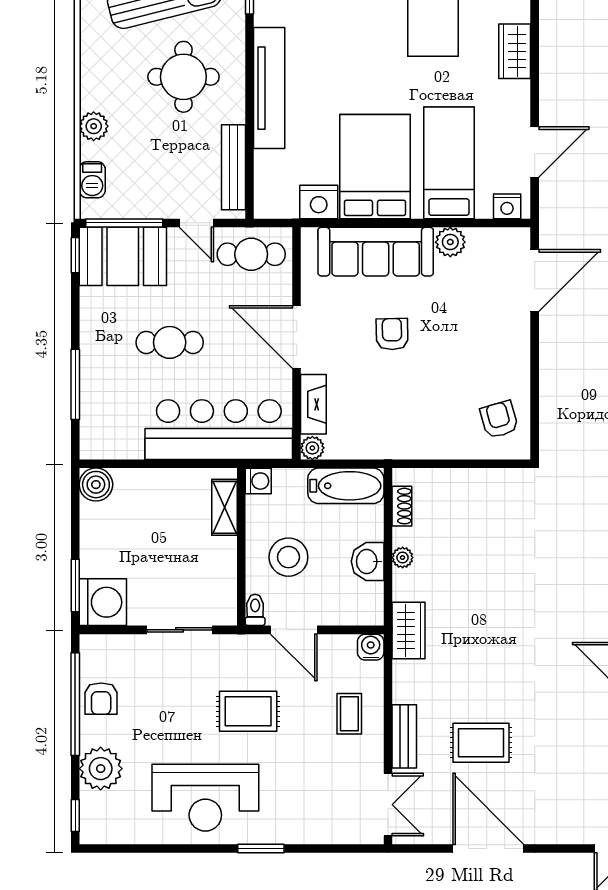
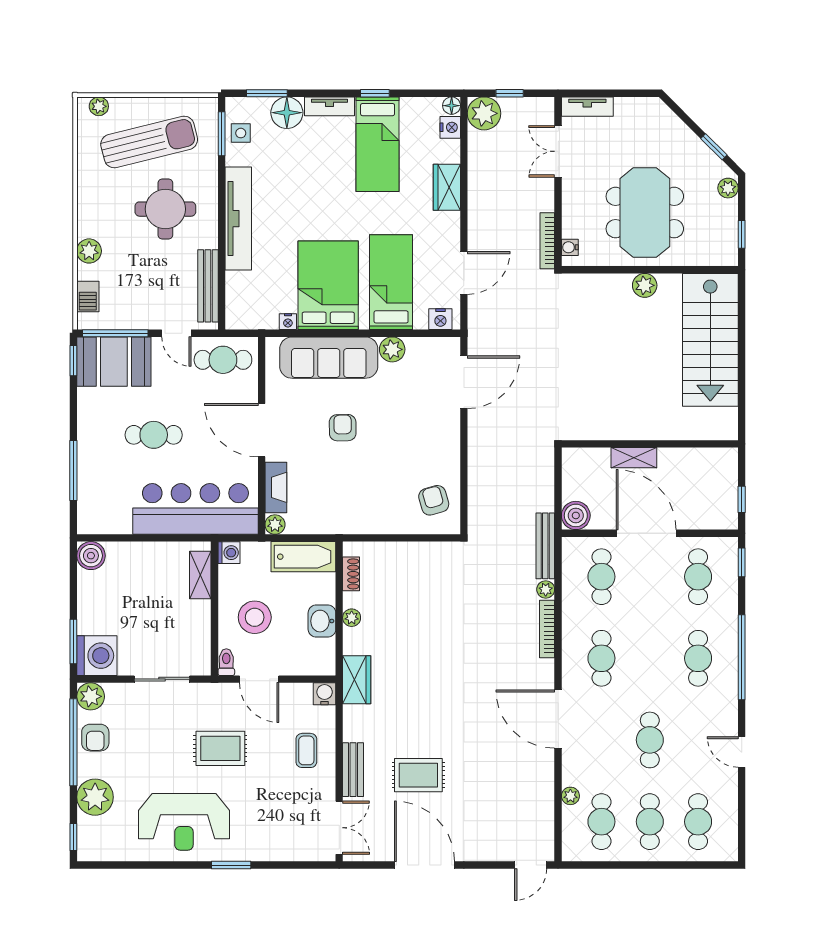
nightstand: (319, 202) -> (288, 322), width x0.53, depth x0.56
plant: (95, 650) -> (91, 696), added

